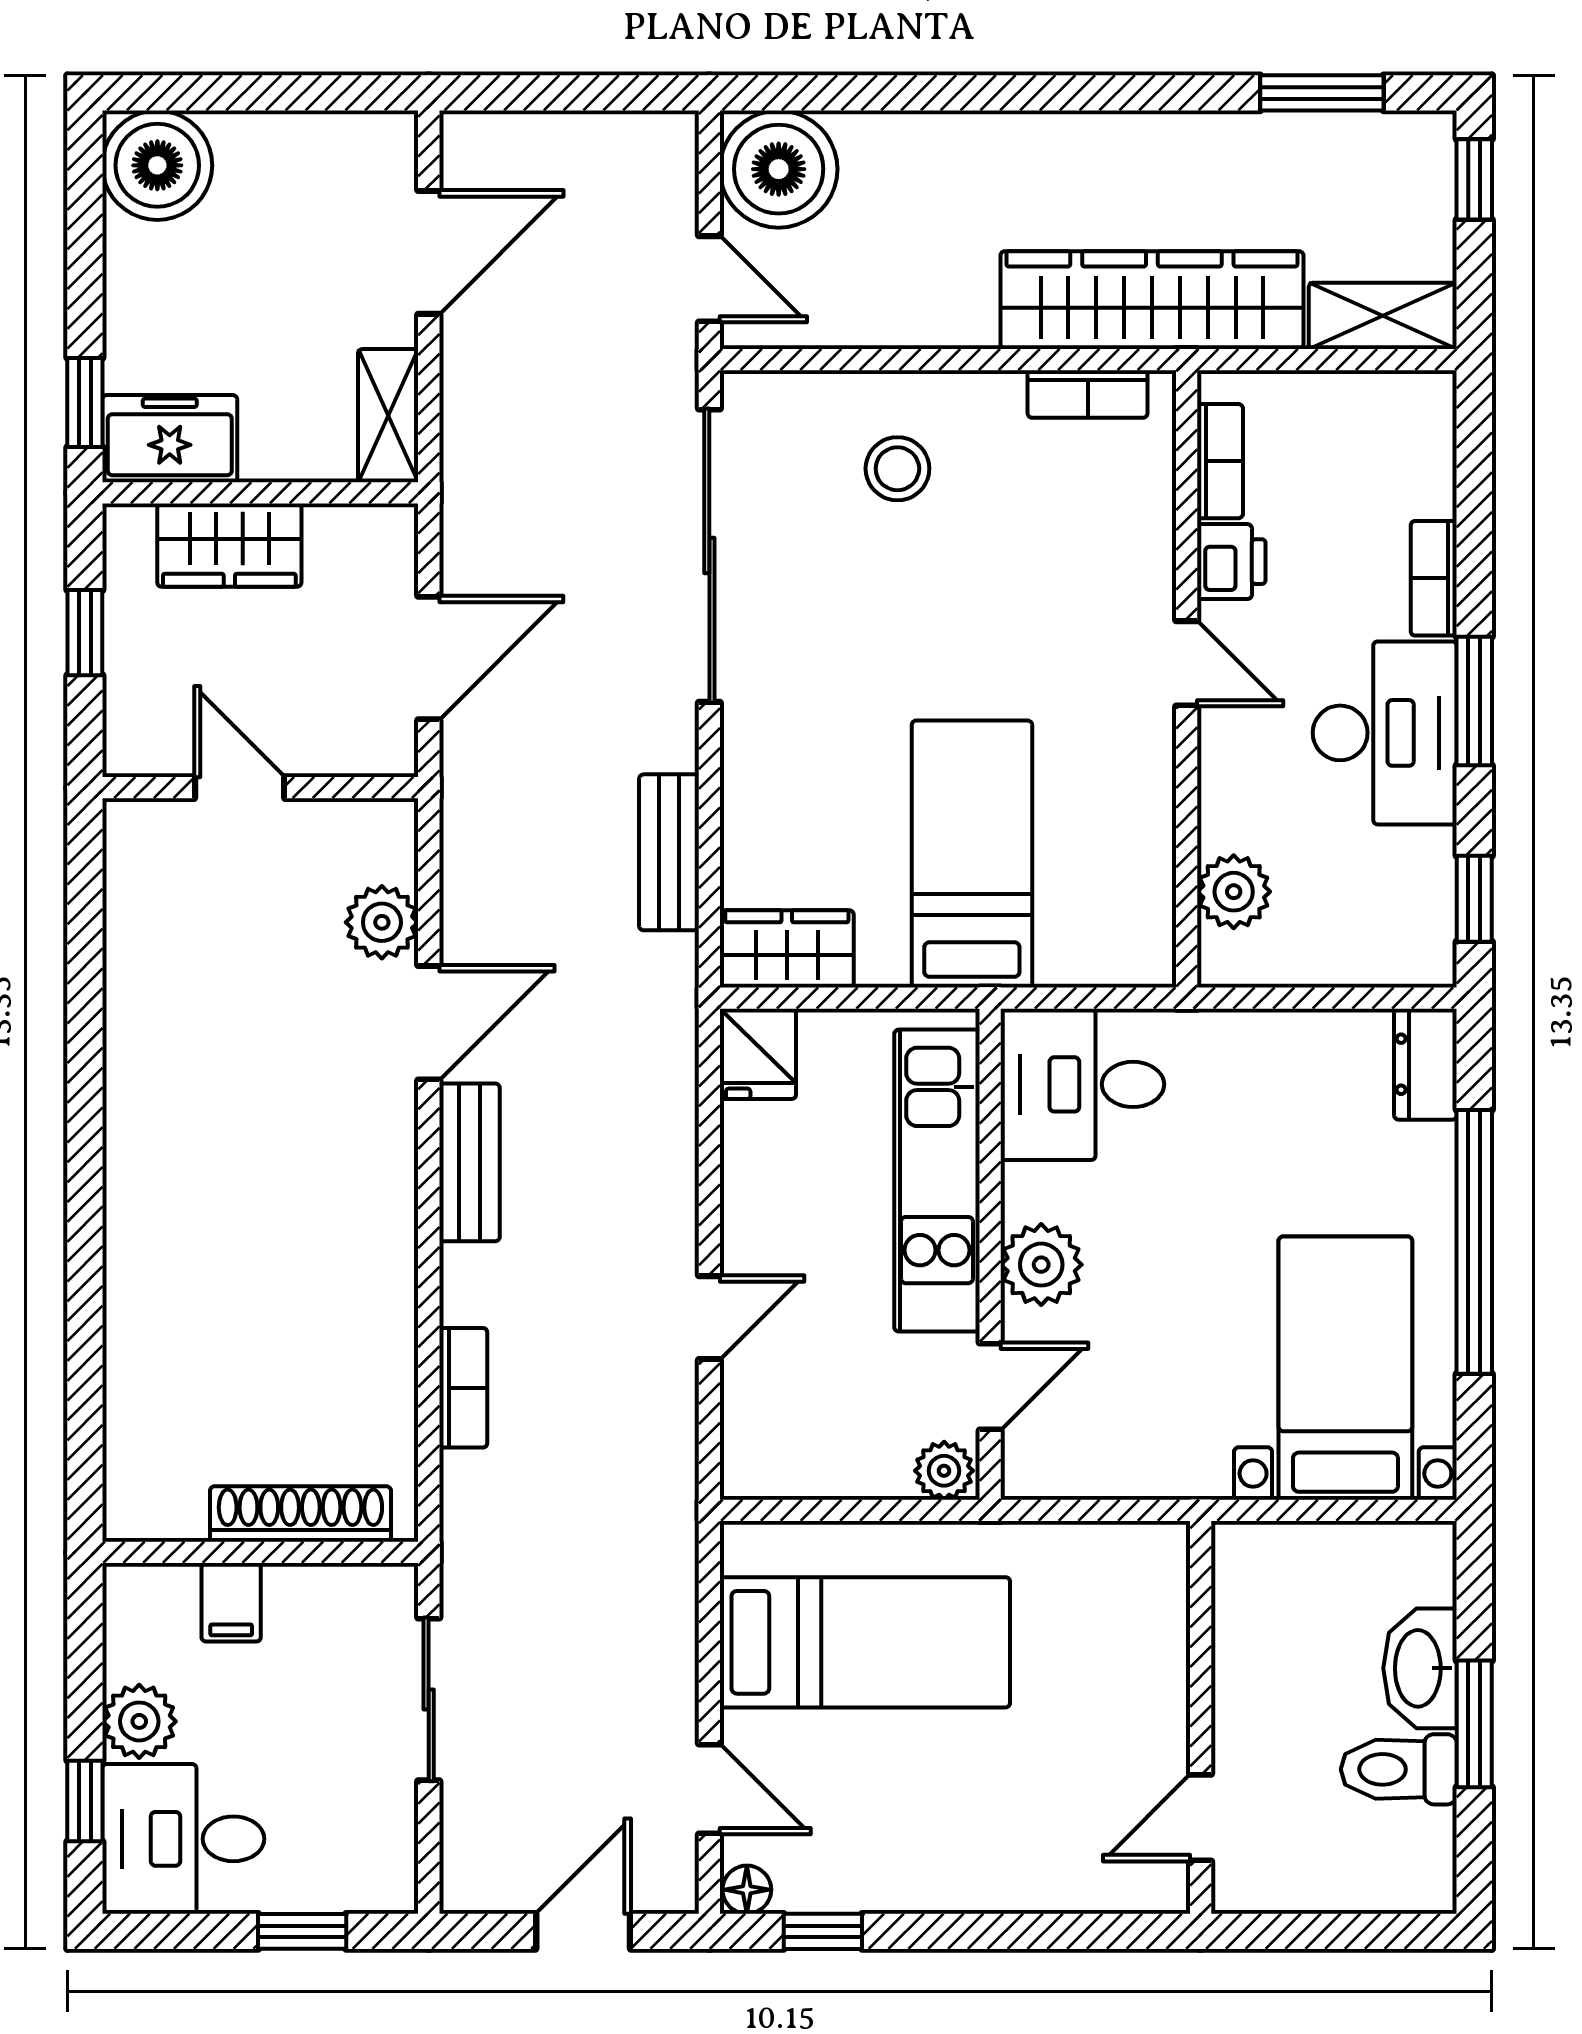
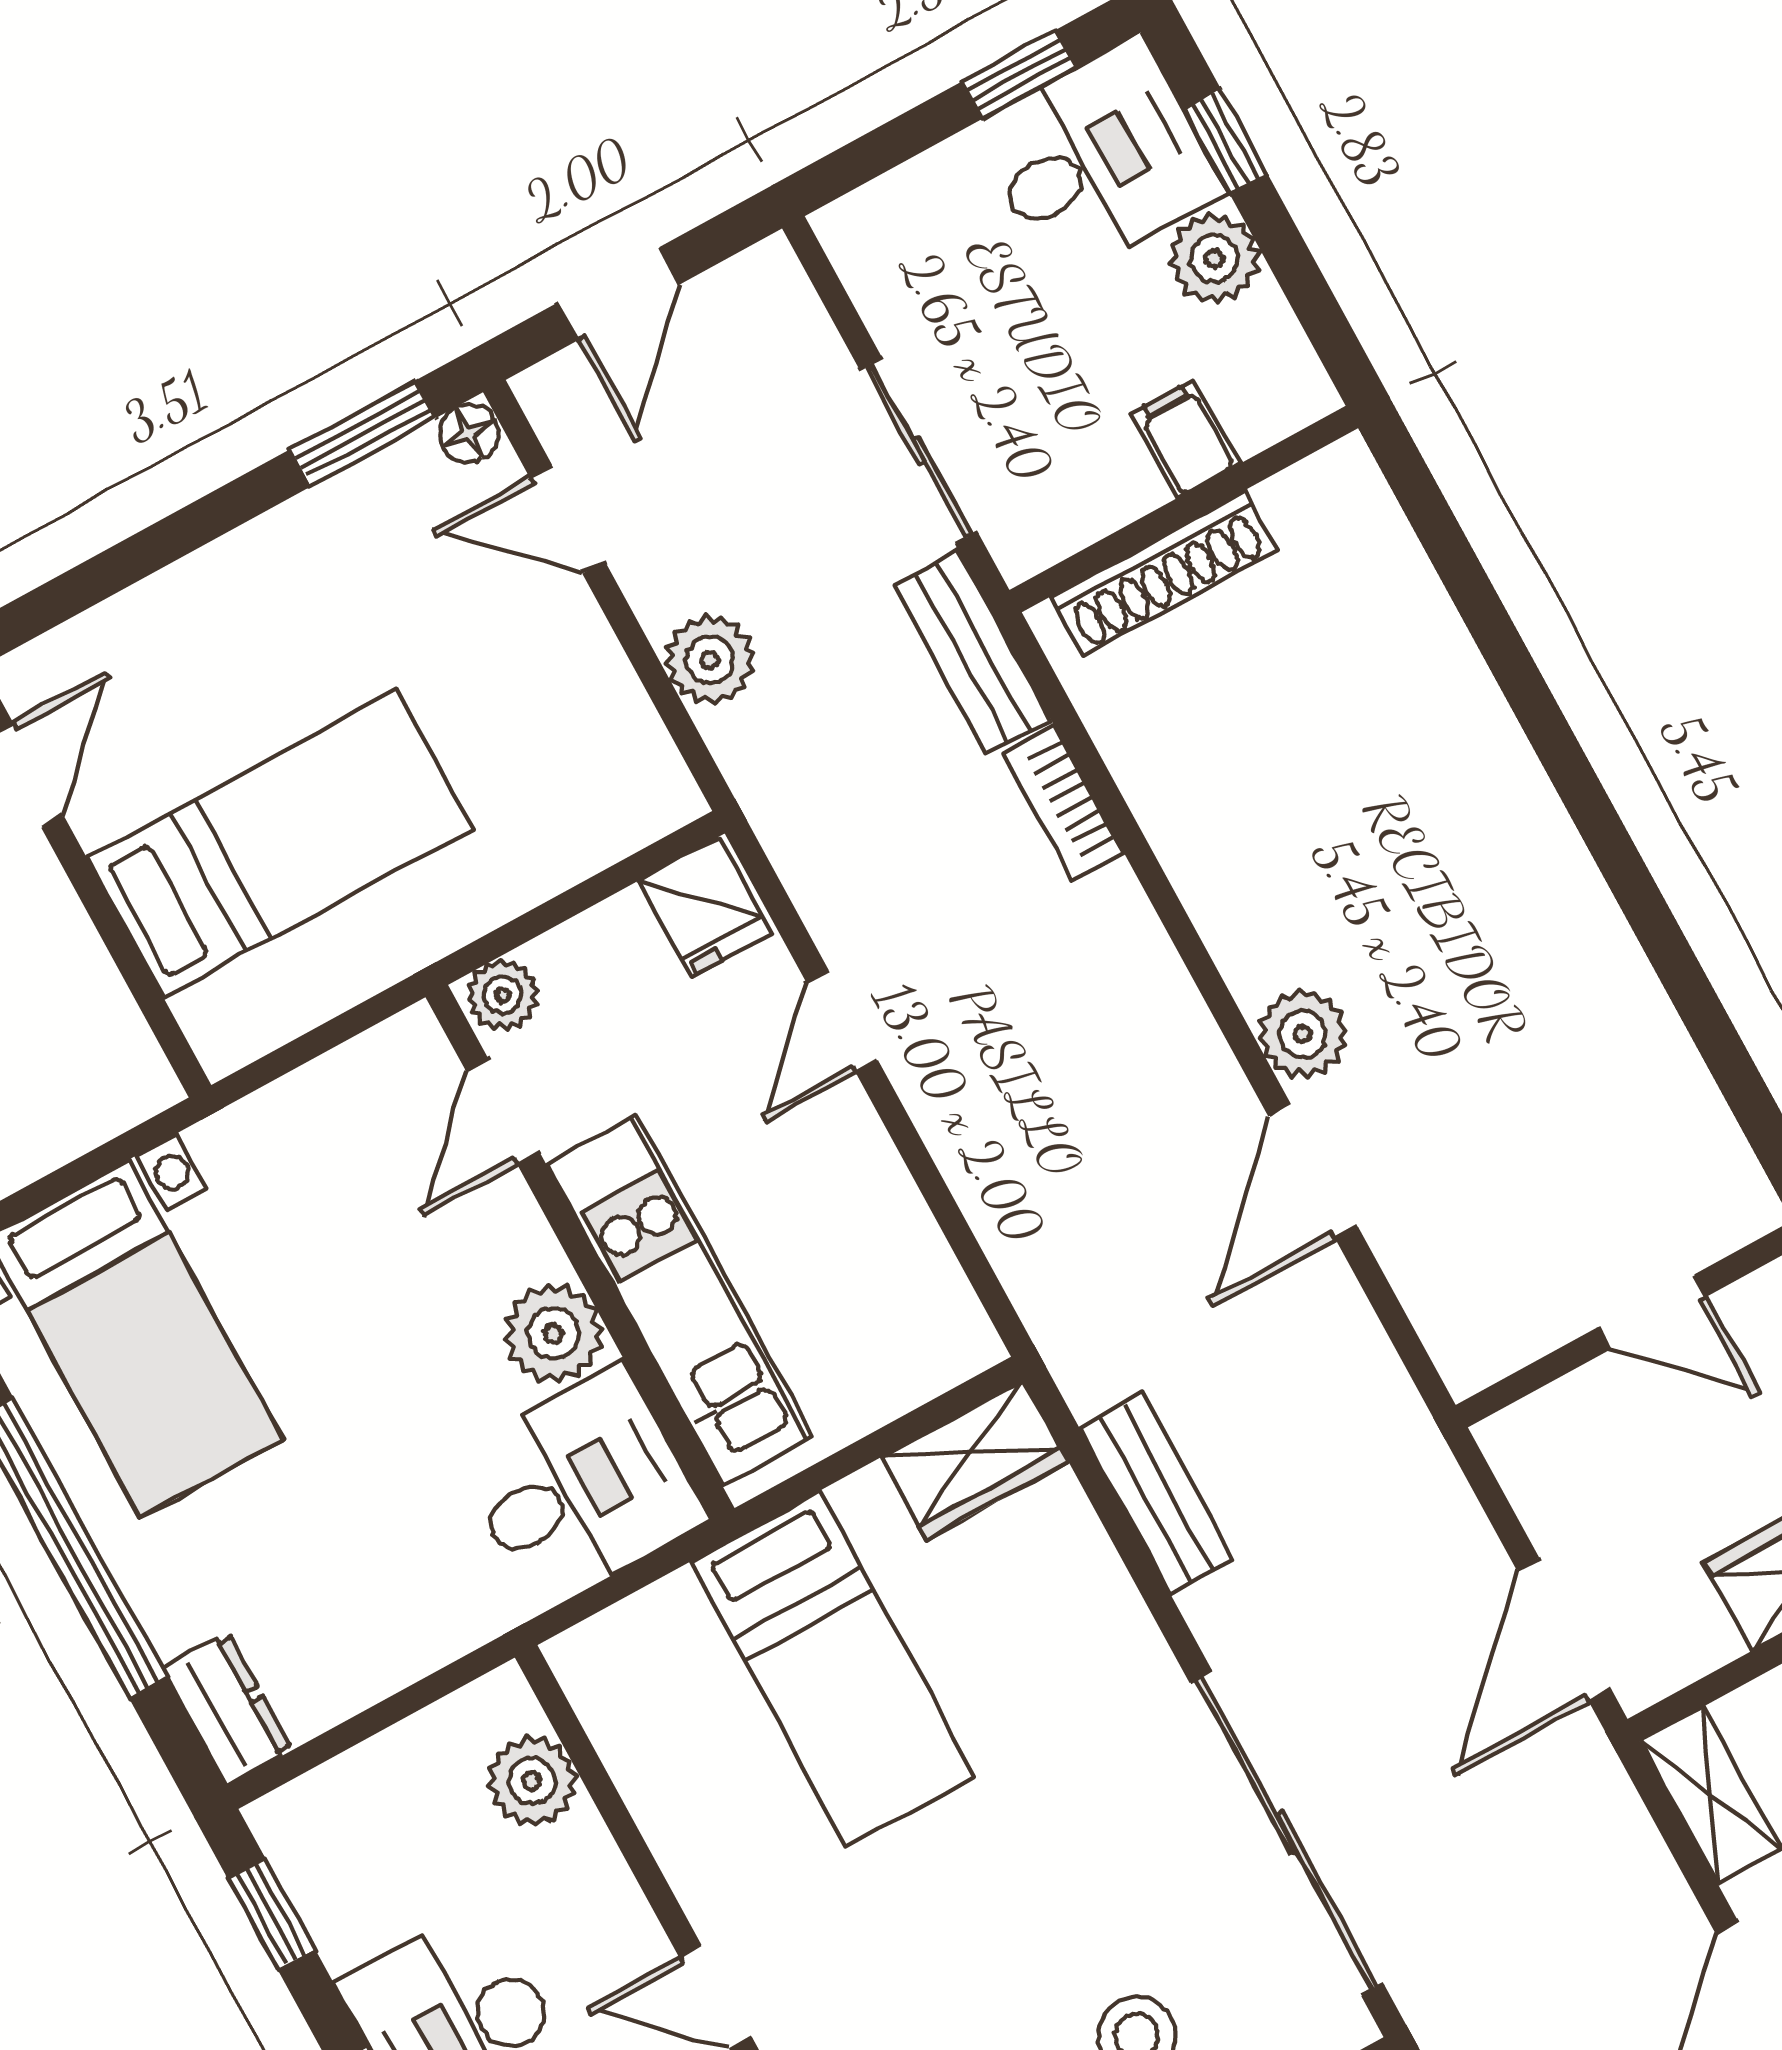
door: (429, 658) -> (1564, 1630), moved
plant: (382, 922) -> (1303, 1034), moved
fridge: (758, 1054) -> (705, 907), moved, turned 180
bench: (469, 1162) -> (973, 653), moved
plant: (1041, 1265) -> (553, 1333), moved
plant: (662, 1631) -> (710, 660), added
bed: (865, 1642) -> (280, 844), moved, turned 180
window: (302, 1931) -> (1019, 74), moved
window: (823, 1931) -> (363, 433), width x1.50

